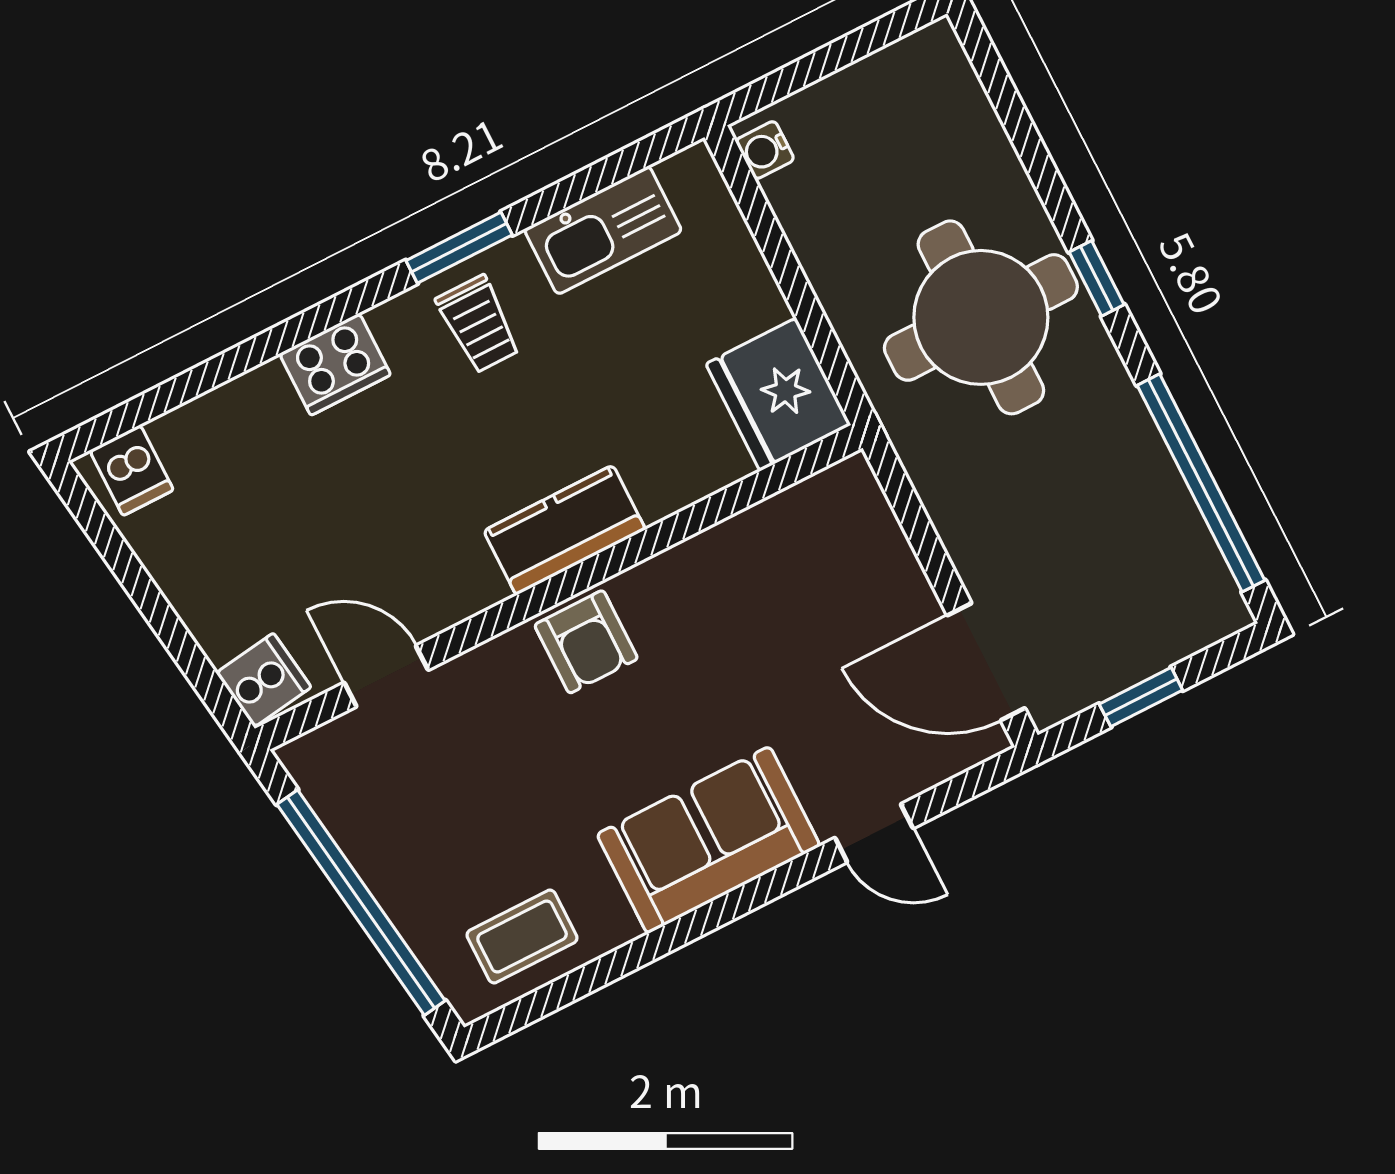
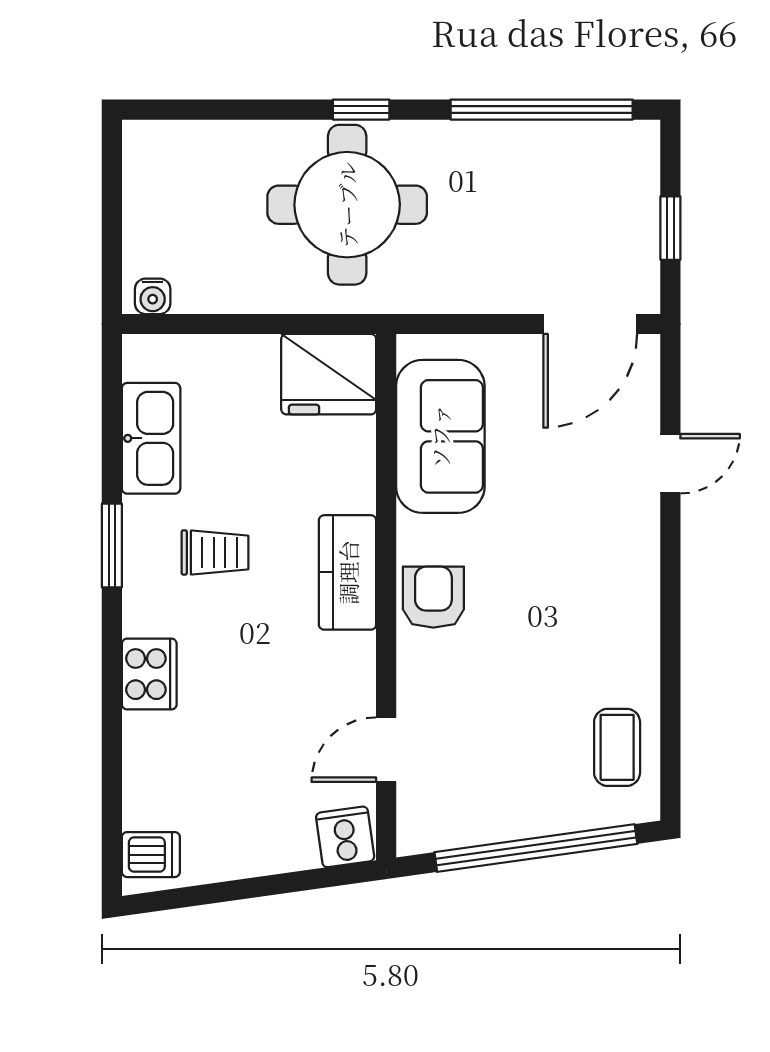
trolley: (479, 324) -> (215, 552), moved
armchair: (586, 642) -> (433, 597), turned -90
sofa: (708, 840) -> (440, 436), moved, turned 180

